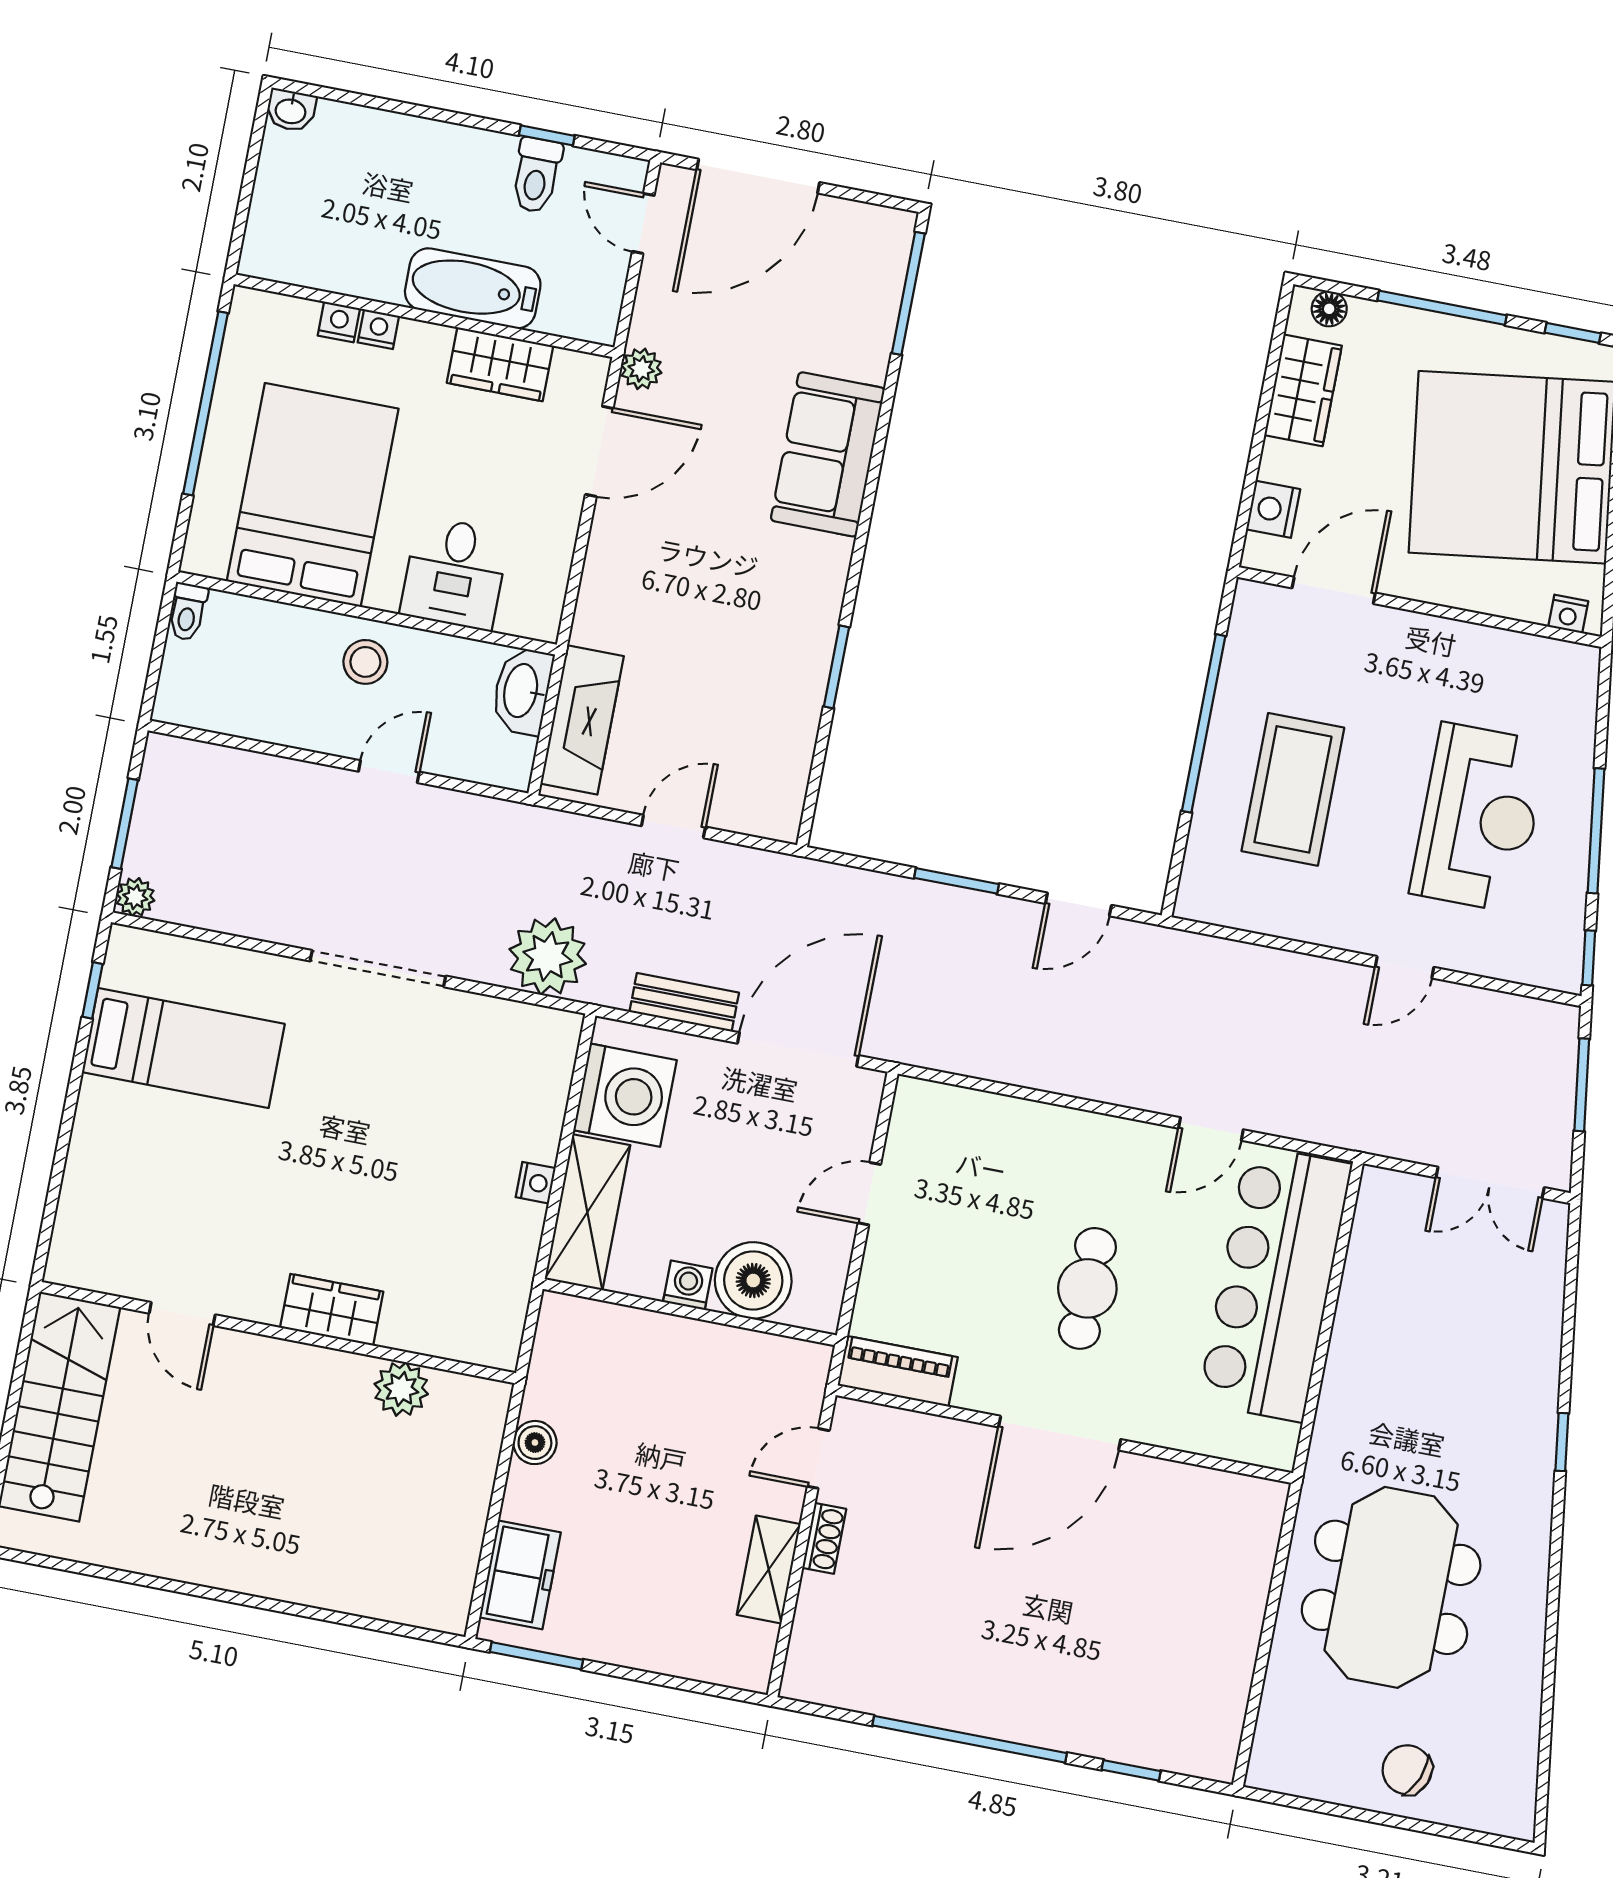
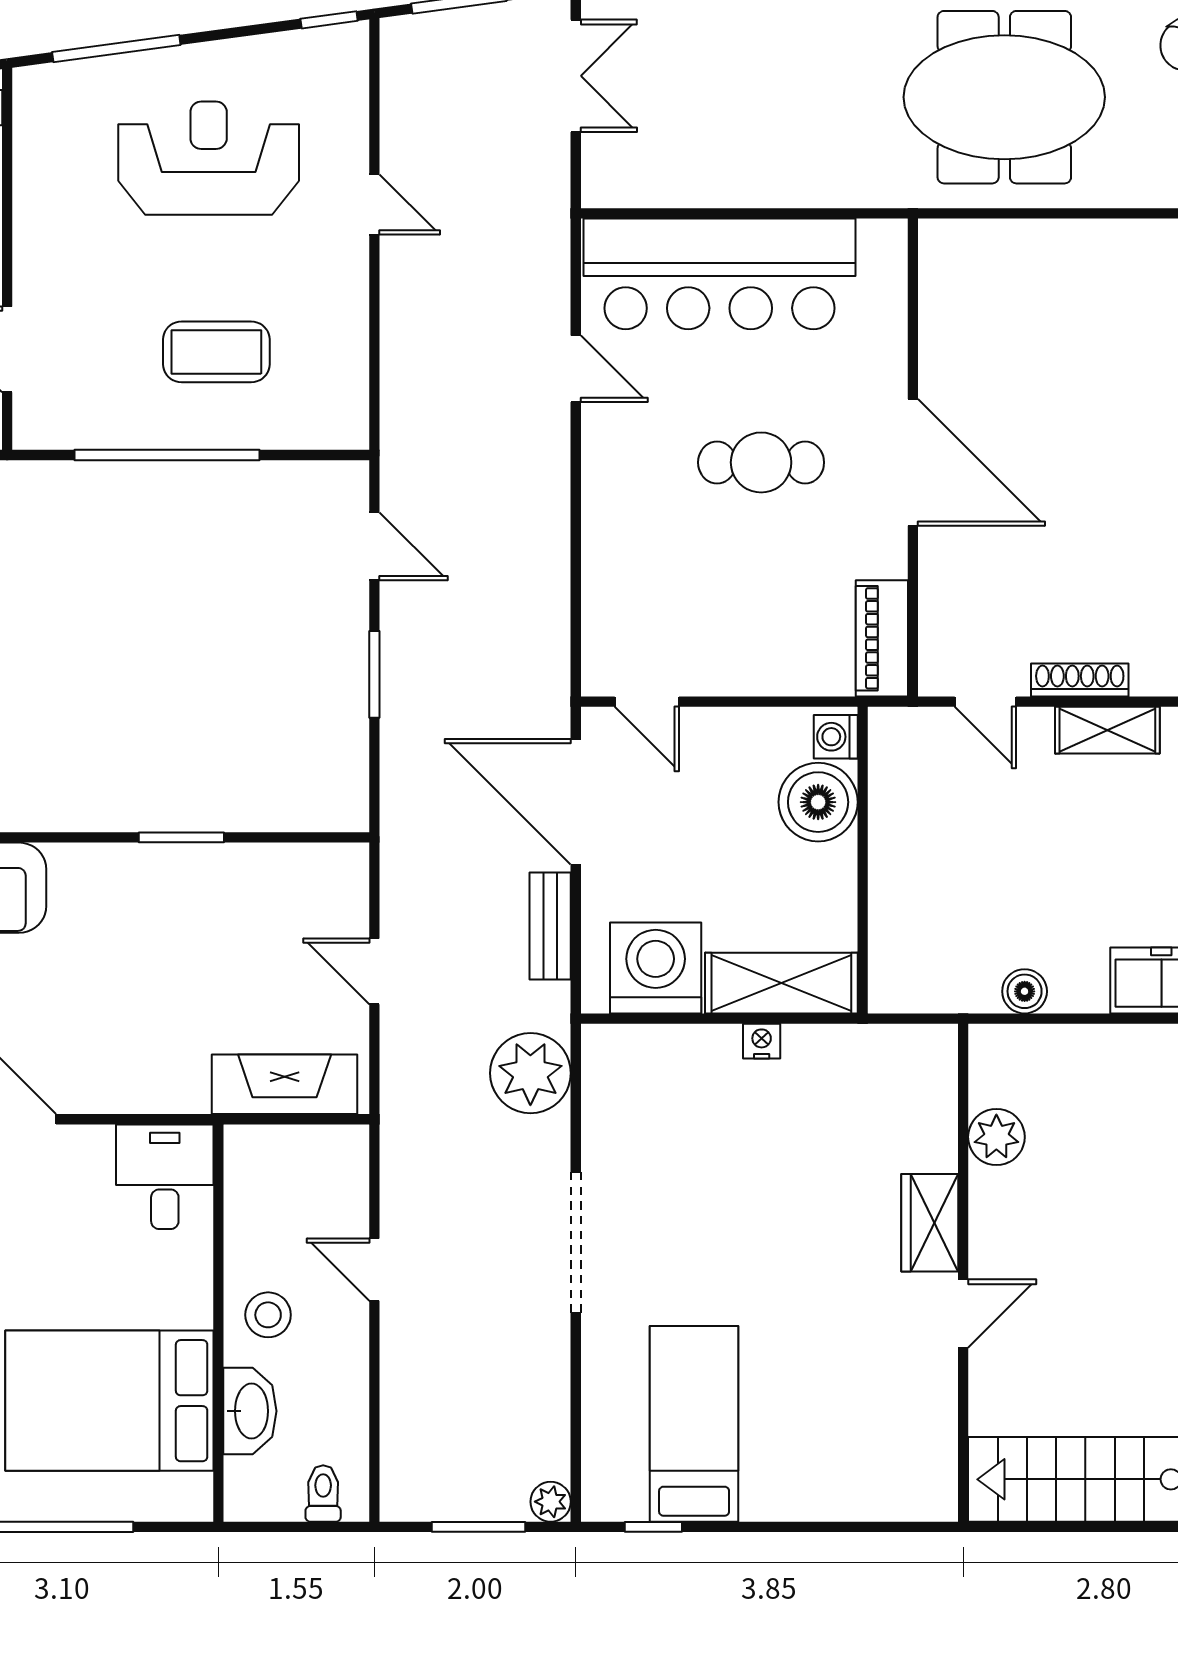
desk: (455, 573) -> (165, 1177), moved, turned -90
toilet: (188, 612) -> (323, 1493), moved, turned -90
washbasin: (522, 691) -> (250, 1411), moved, turned -90
coffee table: (1293, 789) -> (216, 352), width x0.73, depth x0.76
window: (1596, 831) -> (116, 49), moved
door: (869, 1194) -> (647, 702), moved
washing machine: (688, 1285) -> (836, 737), moved
door: (182, 1314) -> (963, 1314), moved
shoe rack: (824, 1538) -> (1080, 680), width x1.43

